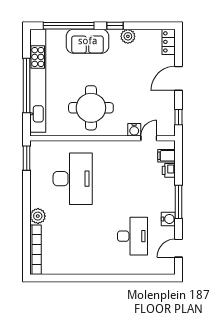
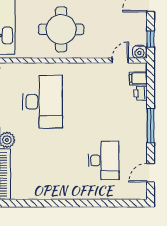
water cooler: (134, 130) -> (139, 52), moved
water cooler: (168, 219) -> (140, 143), removed

